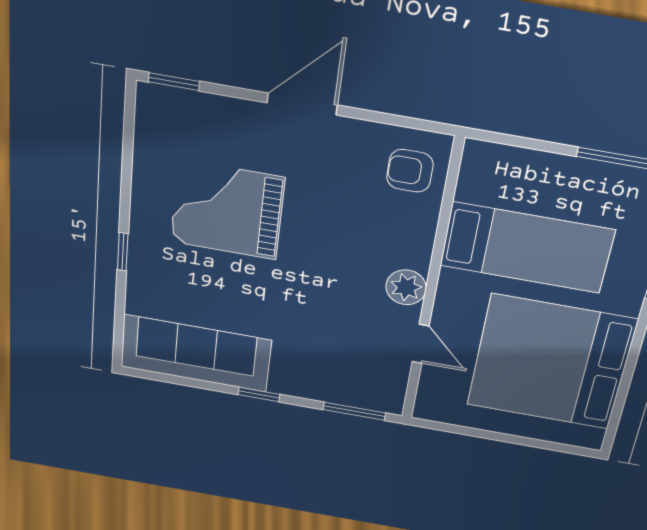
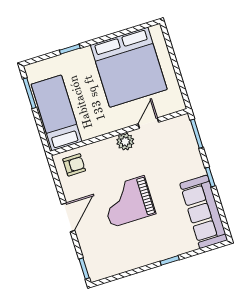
door: (302, 104) -> (68, 217), swing flipped
armchair: (410, 171) -> (74, 165), turned -90
grand piano: (227, 210) -> (128, 202), moved, turned 90
bed: (527, 248) -> (57, 113), moved

